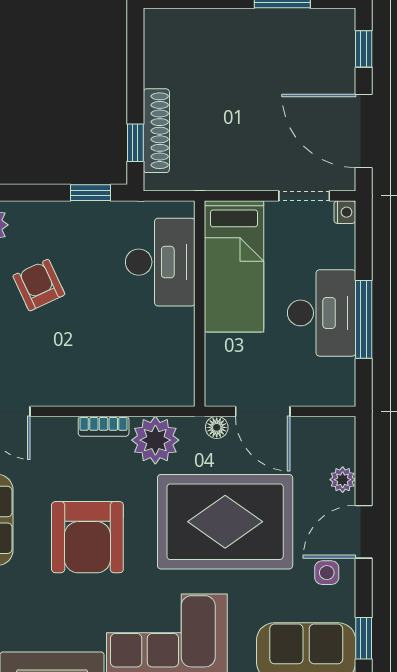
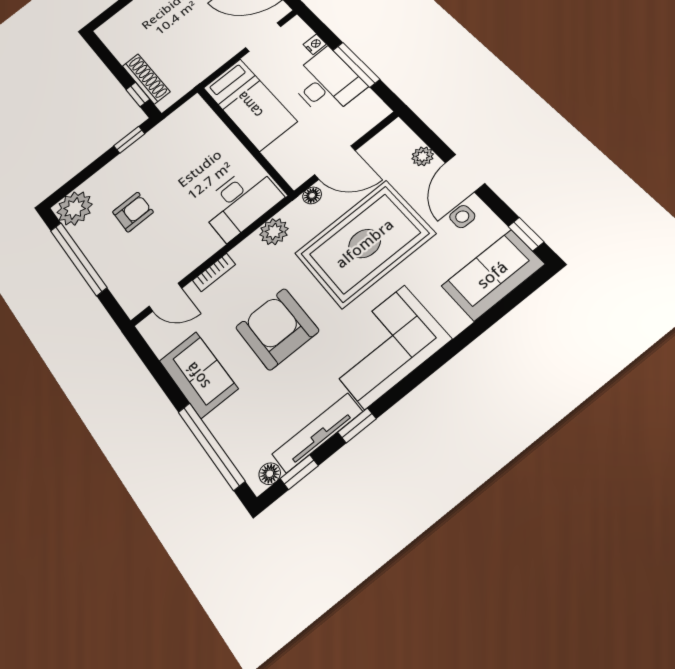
nightstand: (345, 212) -> (315, 44), moved
desk: (160, 262) -> (240, 202), moved, turned 90
armchair: (39, 285) -> (133, 212), turned 115
bookcase: (104, 426) -> (214, 272), moved
plant: (155, 440) -> (274, 232), width x0.73, depth x0.73
armchair: (87, 537) -> (277, 329), turned 180

